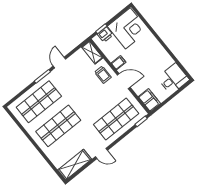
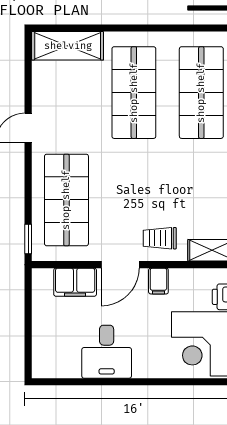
desk: (173, 79) -> (107, 352), moved
filing cabinet: (149, 100) -> (75, 282), moved
shelving: (75, 165) -> (68, 46), moved, turned 90

